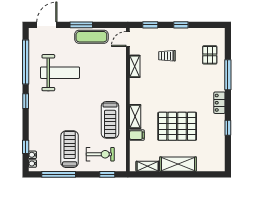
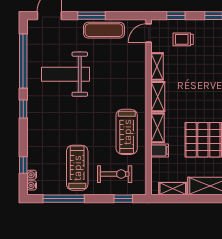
trolley: (167, 56) -> (183, 39), moved
weight bench: (60, 73) -> (65, 74), turned 180
shelving: (135, 91) -> (158, 97), added

